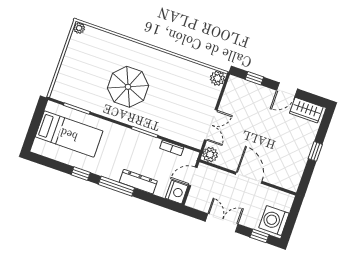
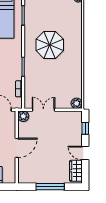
double door: (211, 125) -> (43, 110), swing flipped
window: (315, 151) -> (50, 187), width x2.17

